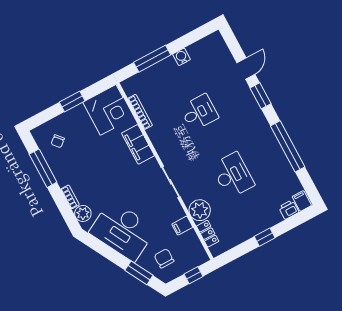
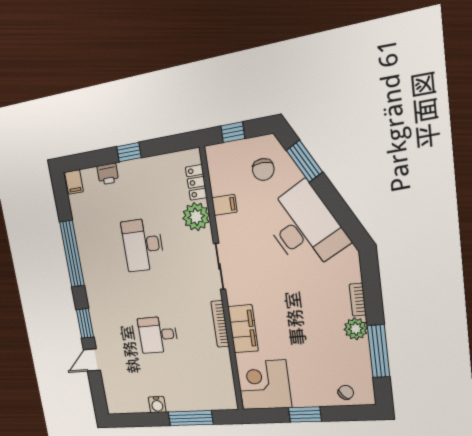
bookcase: (140, 112) -> (220, 324), moved
chair: (58, 141) -> (346, 392), moved
printer: (289, 210) -> (108, 174), moved
plant: (83, 213) -> (356, 329), moved

